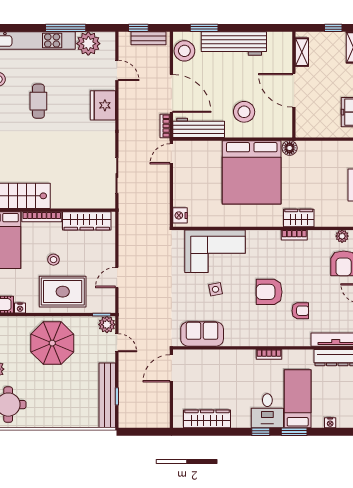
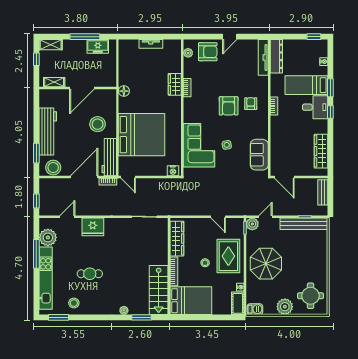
bench: (149, 38) -> (323, 192), moved
bed: (252, 172) -> (142, 135), moved
armchair: (300, 311) -> (251, 104), moved

